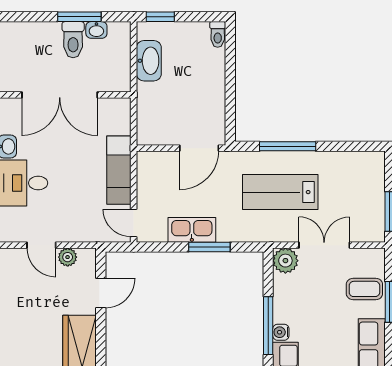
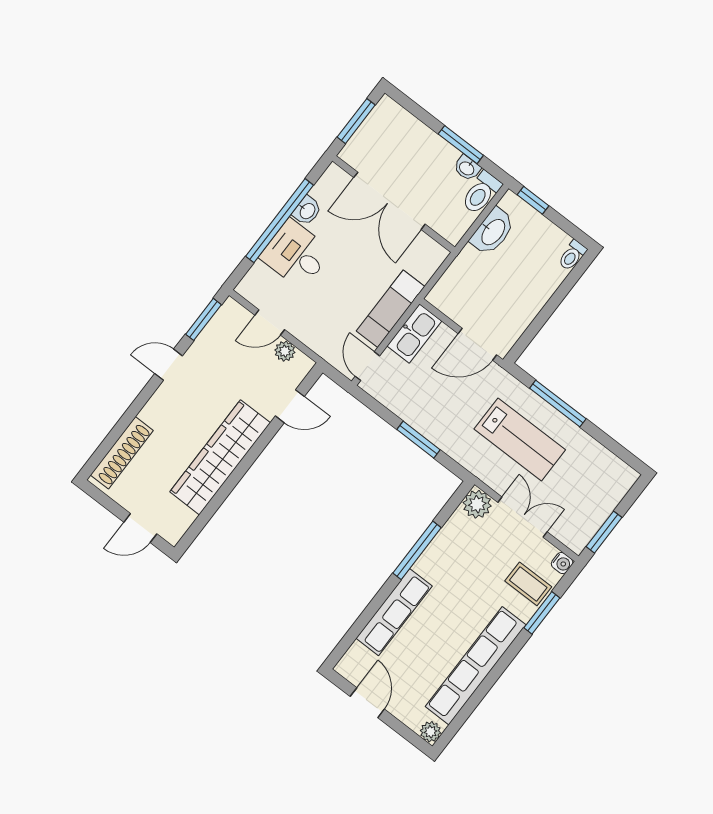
toilet: (73, 40) -> (481, 193), moved
lab bench: (280, 192) -> (520, 439), turned 180
kitchen sink: (192, 230) -> (414, 333), moved, turned 90
door: (41, 245) -> (270, 322), hinge flipped
water cooler: (281, 332) -> (562, 563), moved, turned 180

